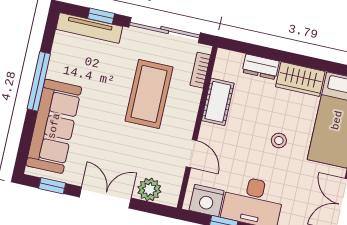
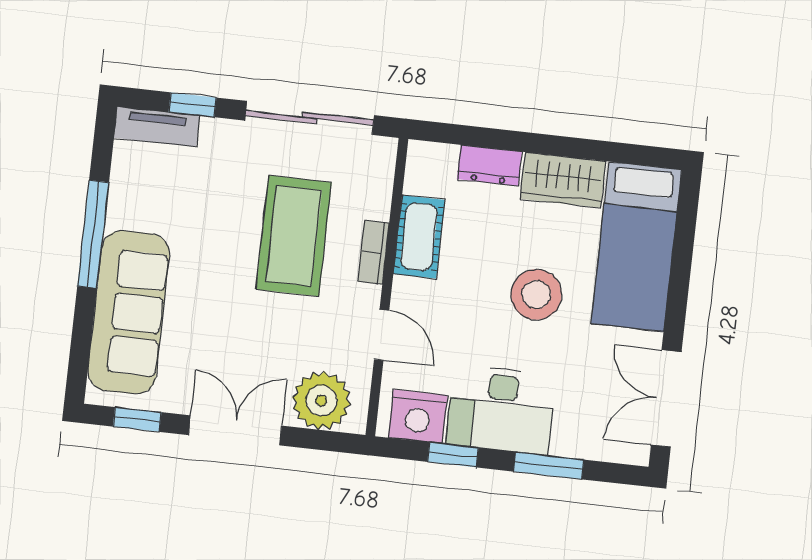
tv unit: (89, 28) -> (157, 127), width x0.71
bookcase: (200, 70) -> (374, 252), moved
stool: (279, 140) -> (536, 295), width x1.89, depth x1.89
plant: (149, 189) -> (321, 401), width x1.36, depth x1.36

